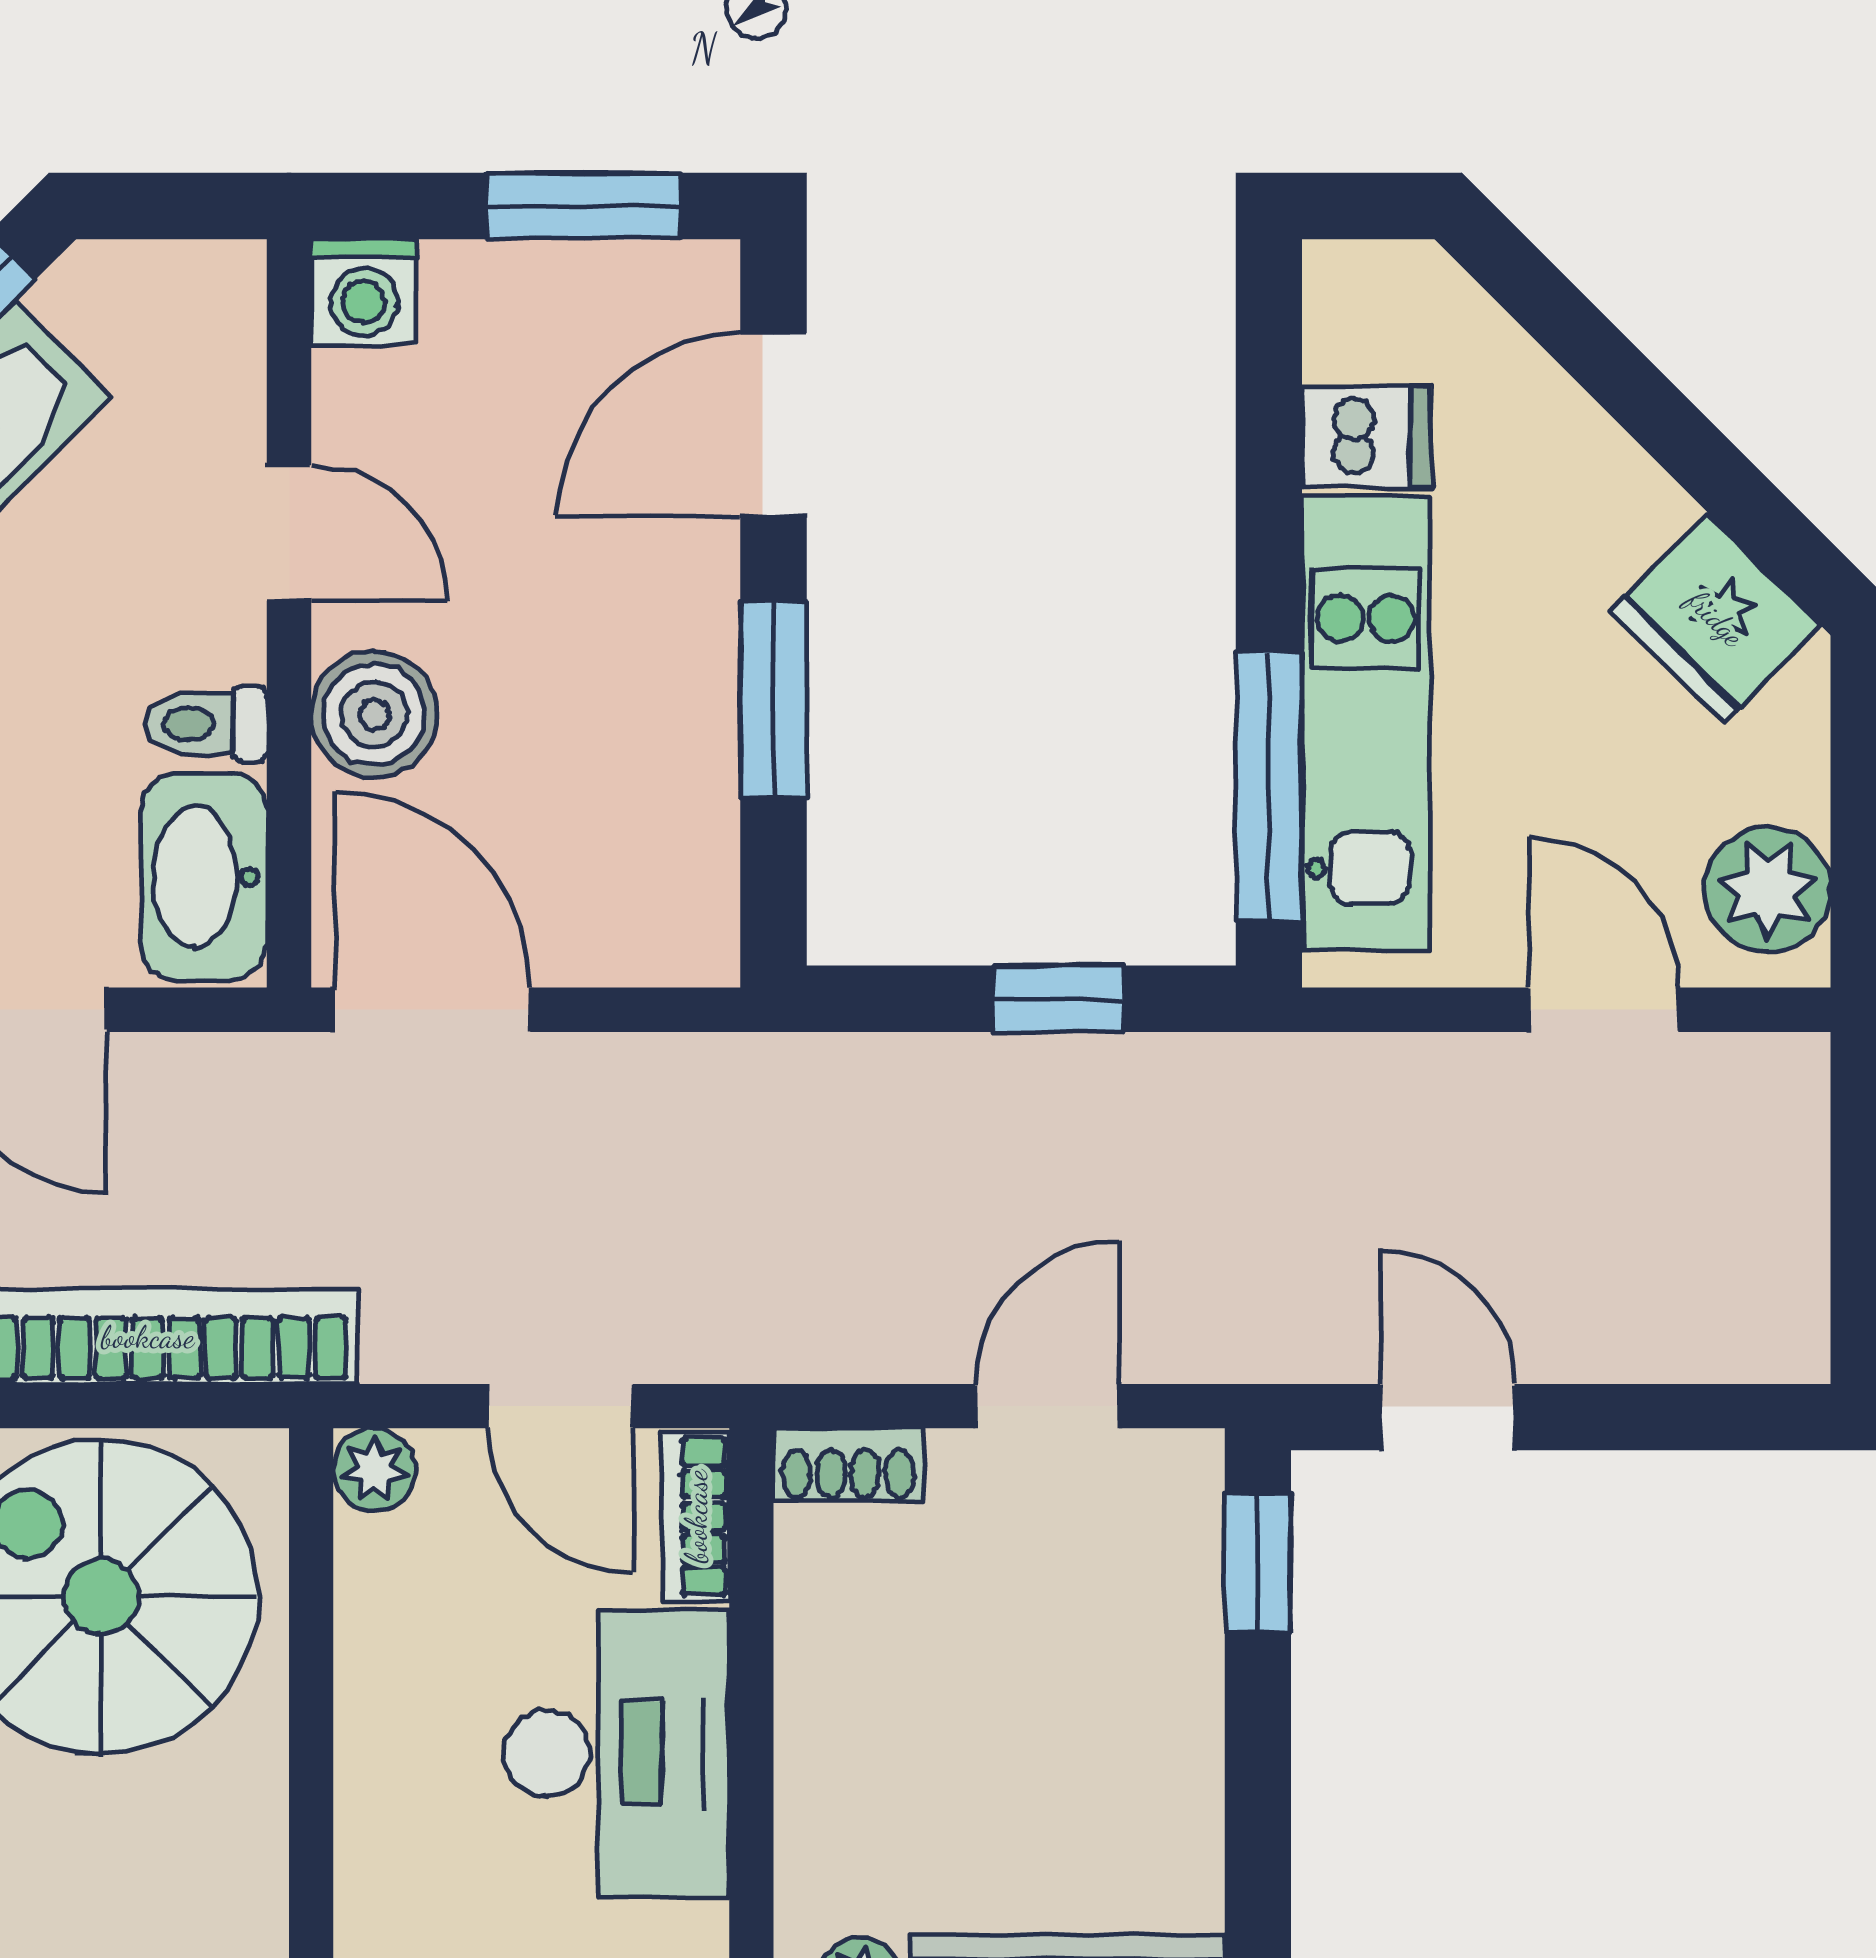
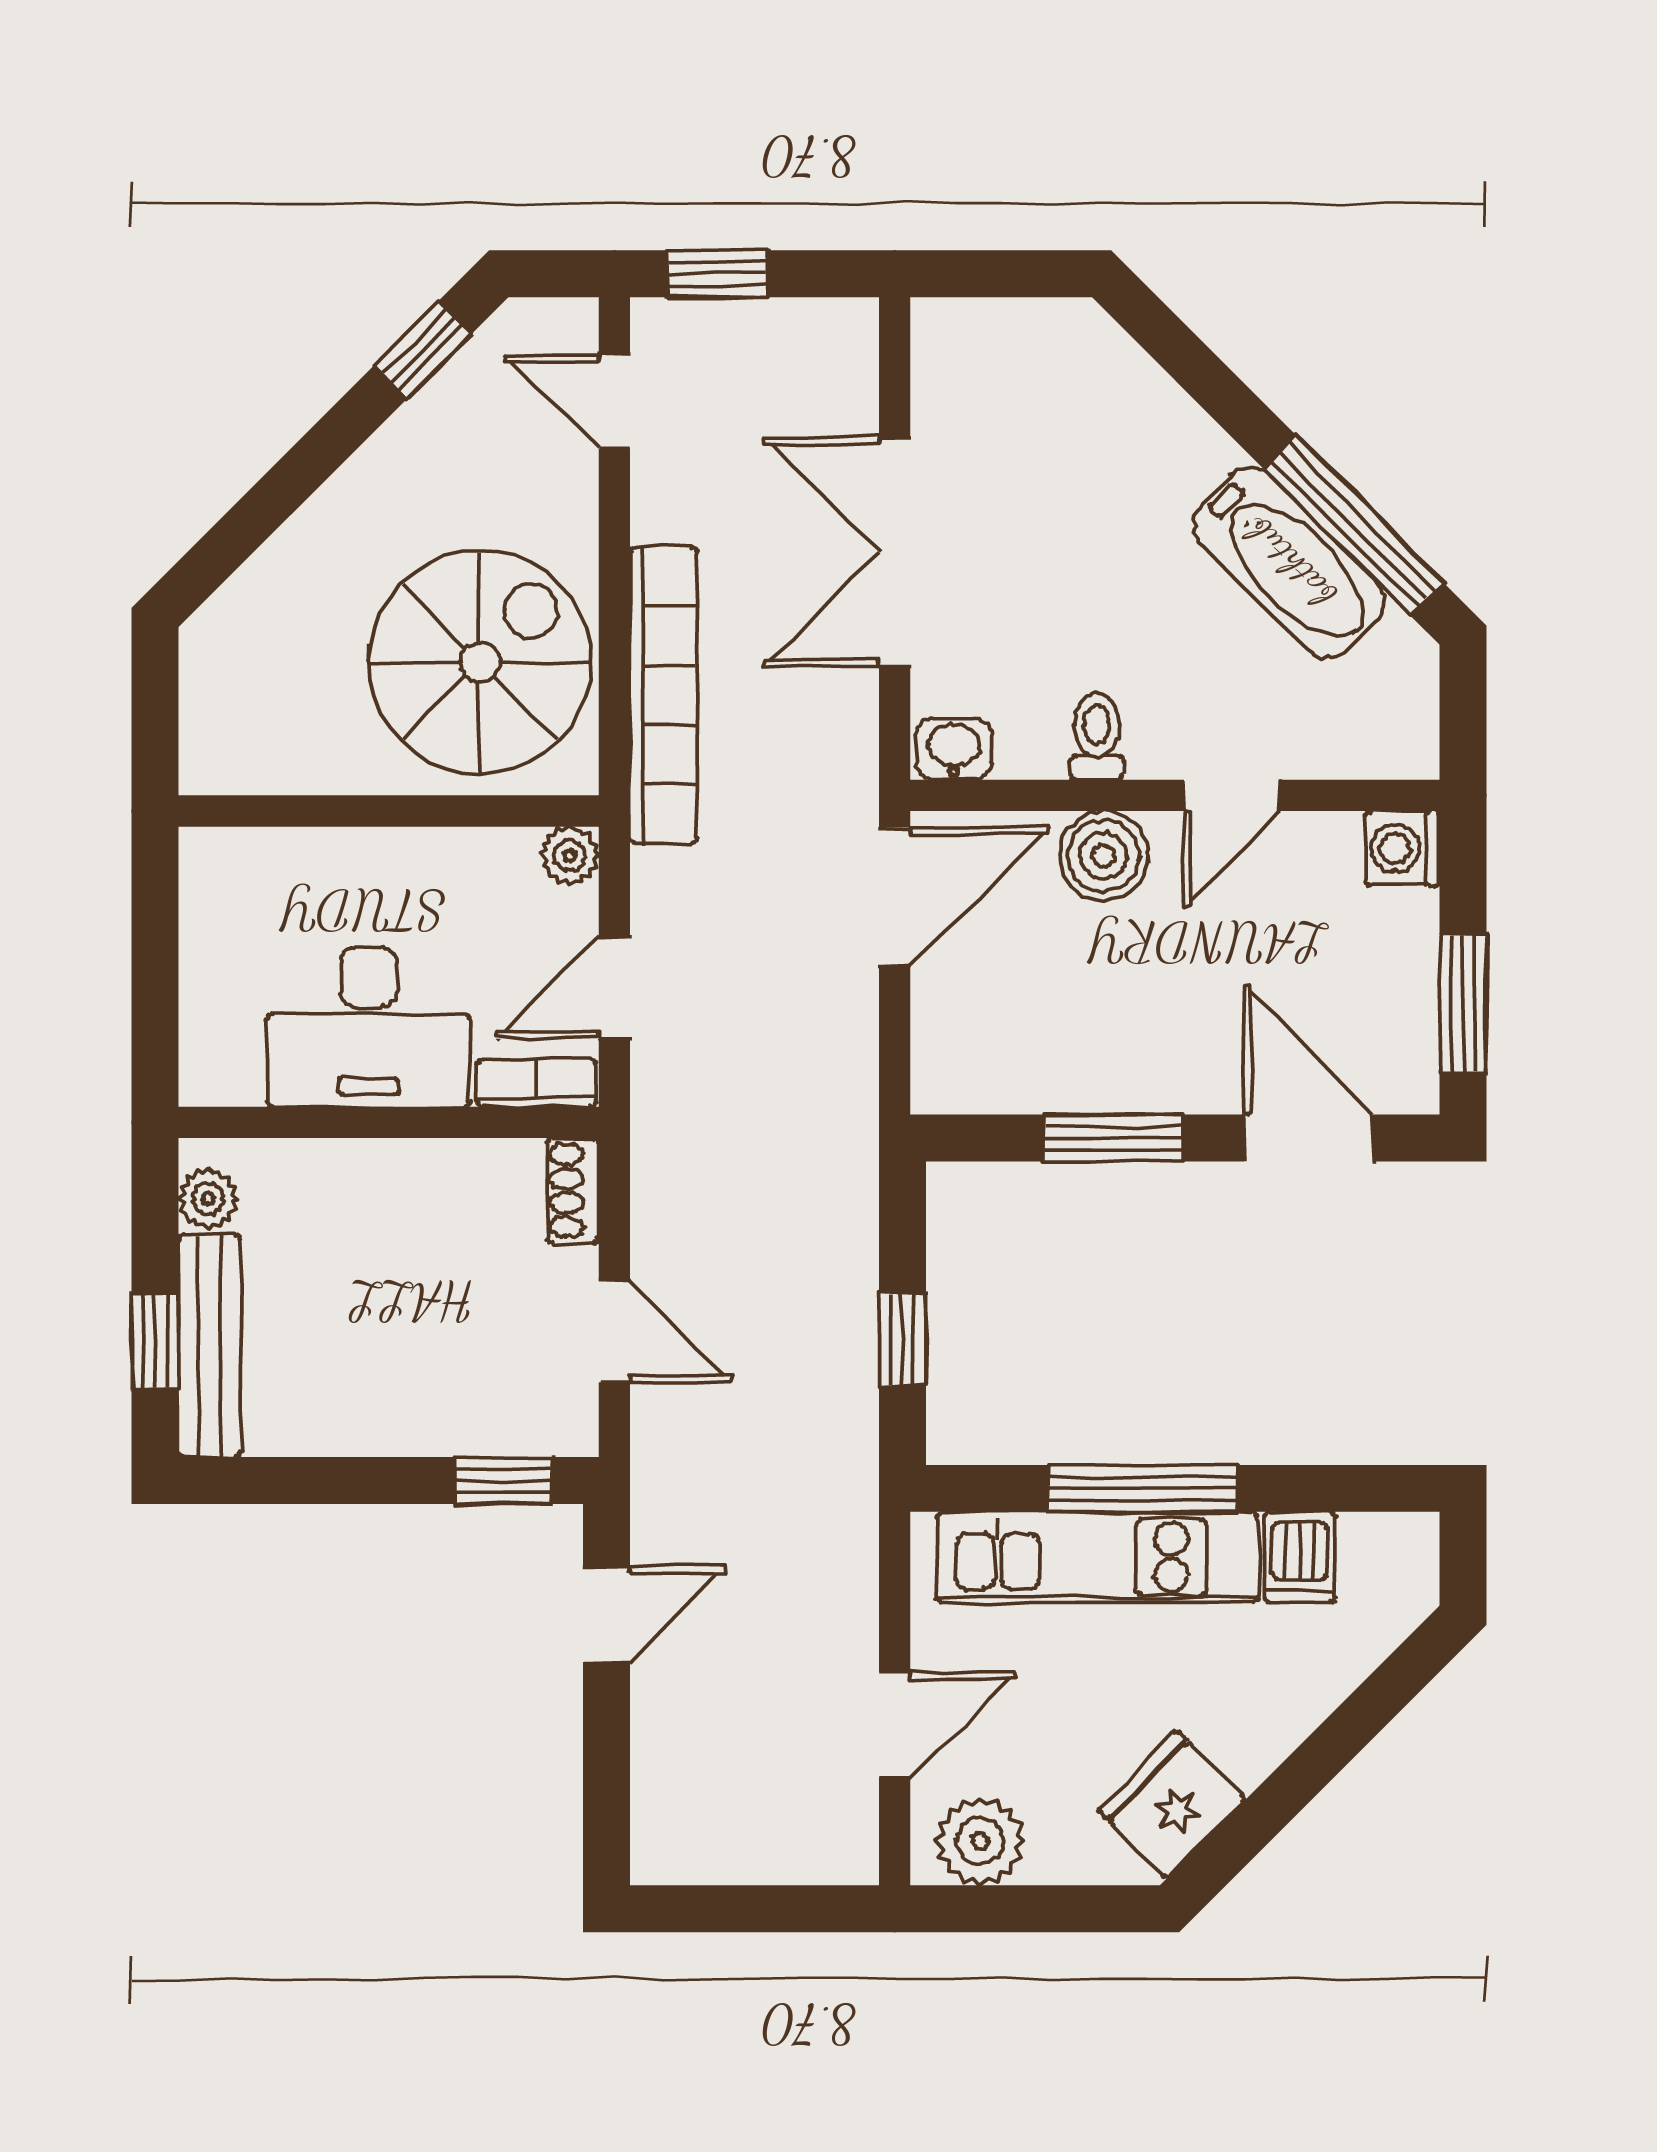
window: (1269, 787) -> (1142, 1488), moved
washbasin: (204, 877) -> (954, 749), width x0.52, depth x0.69

